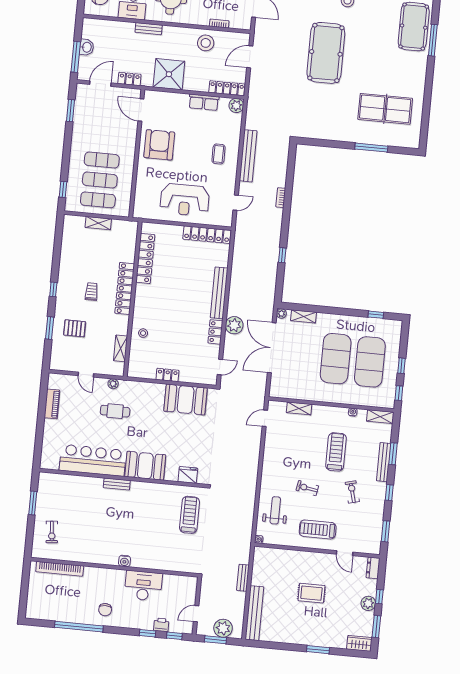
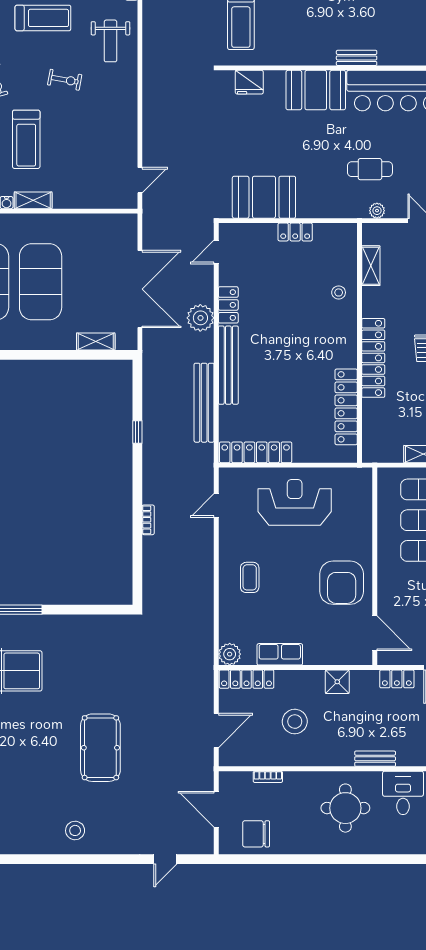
stool: (206, 43) -> (295, 722), moved
pool table: (326, 53) -> (100, 748), width x0.73, depth x0.76
shower: (169, 74) -> (337, 682), width x0.54, depth x0.54
bench: (248, 156) -> (204, 403), moved
plant: (281, 314) -> (130, 343), removed
shelving: (299, 408) -> (33, 200), moved

